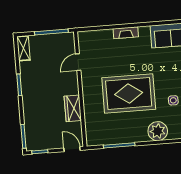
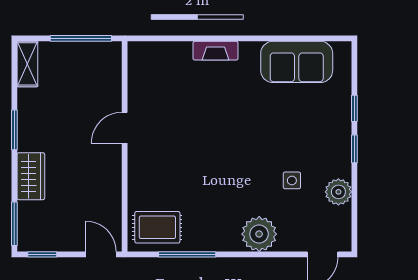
door: (78, 62) -> (125, 128), moved
rug: (129, 94) -> (157, 227), moved, width x0.54, depth x0.49
wardrobe: (73, 108) -> (31, 176), moved, turned 180

